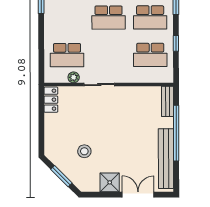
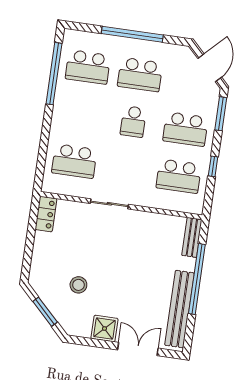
school desk: (109, 18) -> (133, 122), width x0.54
plant: (74, 77) -> (78, 190), removed

